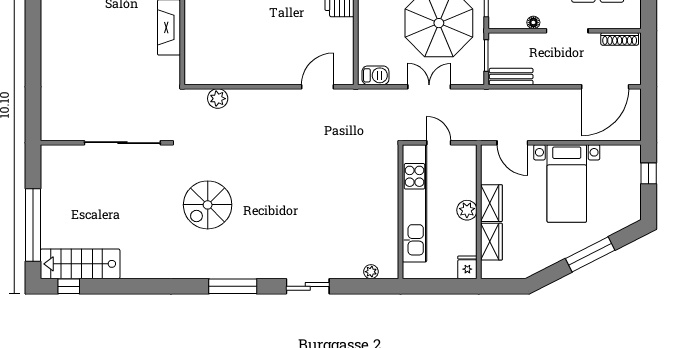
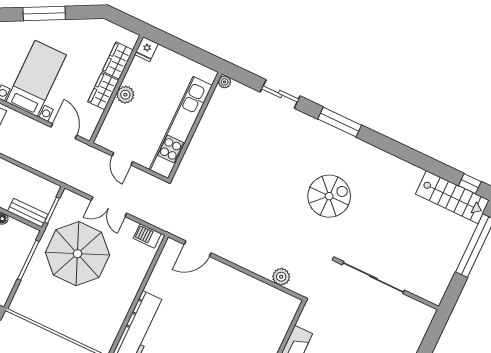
bench: (511, 77) -> (28, 213), moved
kitchen unit: (414, 203) -> (181, 127), moved
wall: (400, 212) -> (195, 126), moved

